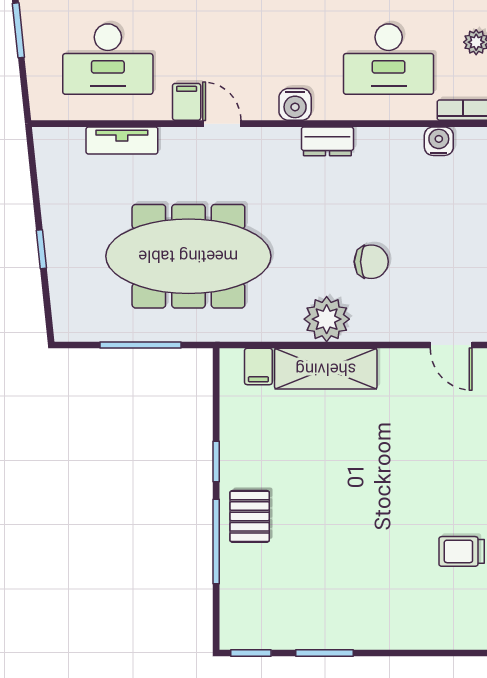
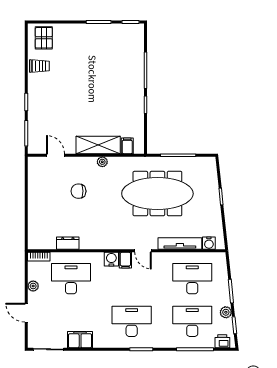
filing cabinet: (187, 102) -> (125, 260), moved
tv unit: (122, 140) -> (180, 244), width x1.41
dresser: (327, 141) -> (68, 243), moved
water cooler: (439, 141) -> (209, 243), moved
plant: (327, 319) -> (102, 162), width x0.53, depth x0.53
door: (451, 345) -> (55, 155), moved
pallet: (250, 516) -> (44, 38), moved

